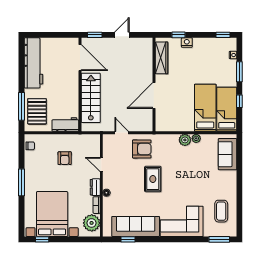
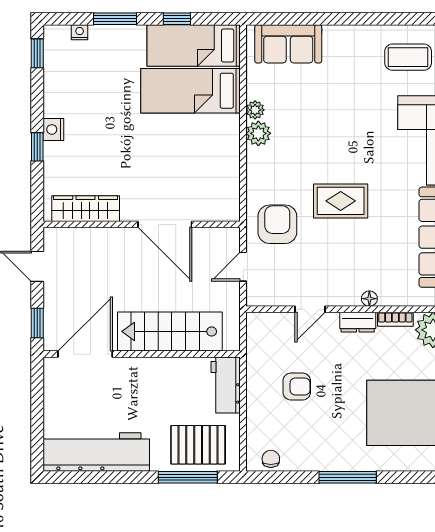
wardrobe: (162, 58) -> (86, 209), moved
wall: (154, 85) -> (142, 224), moved
door: (154, 96) -> (165, 224), moved

